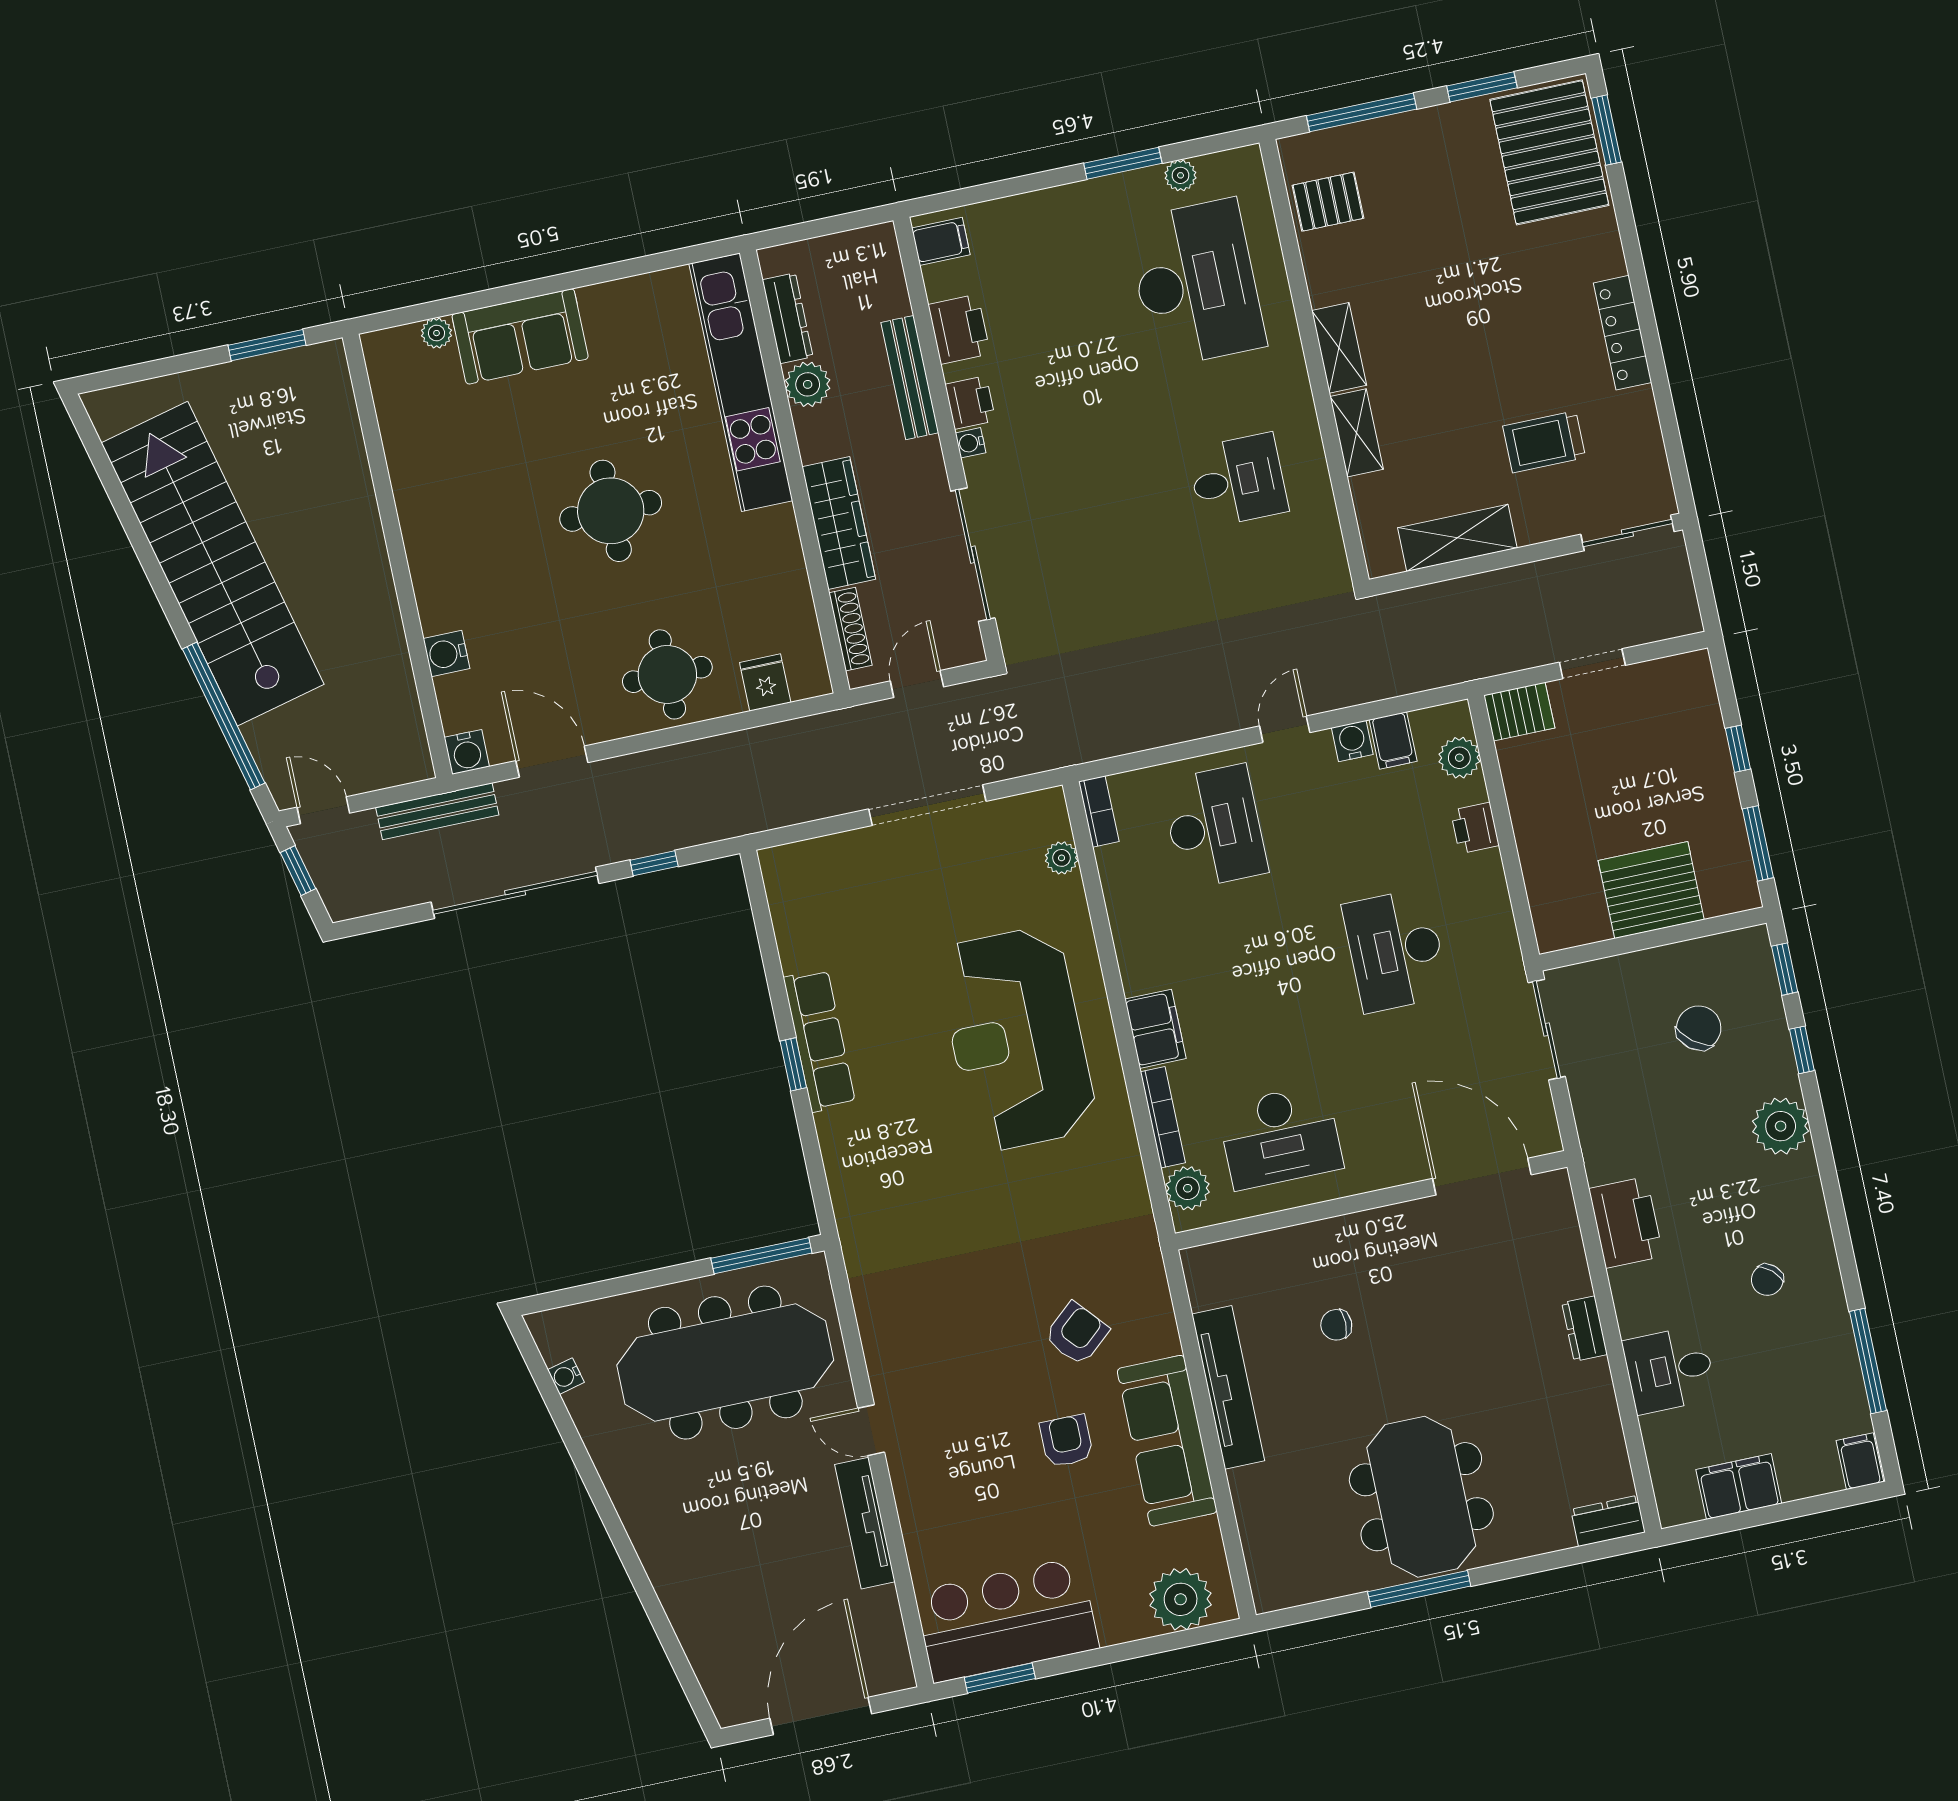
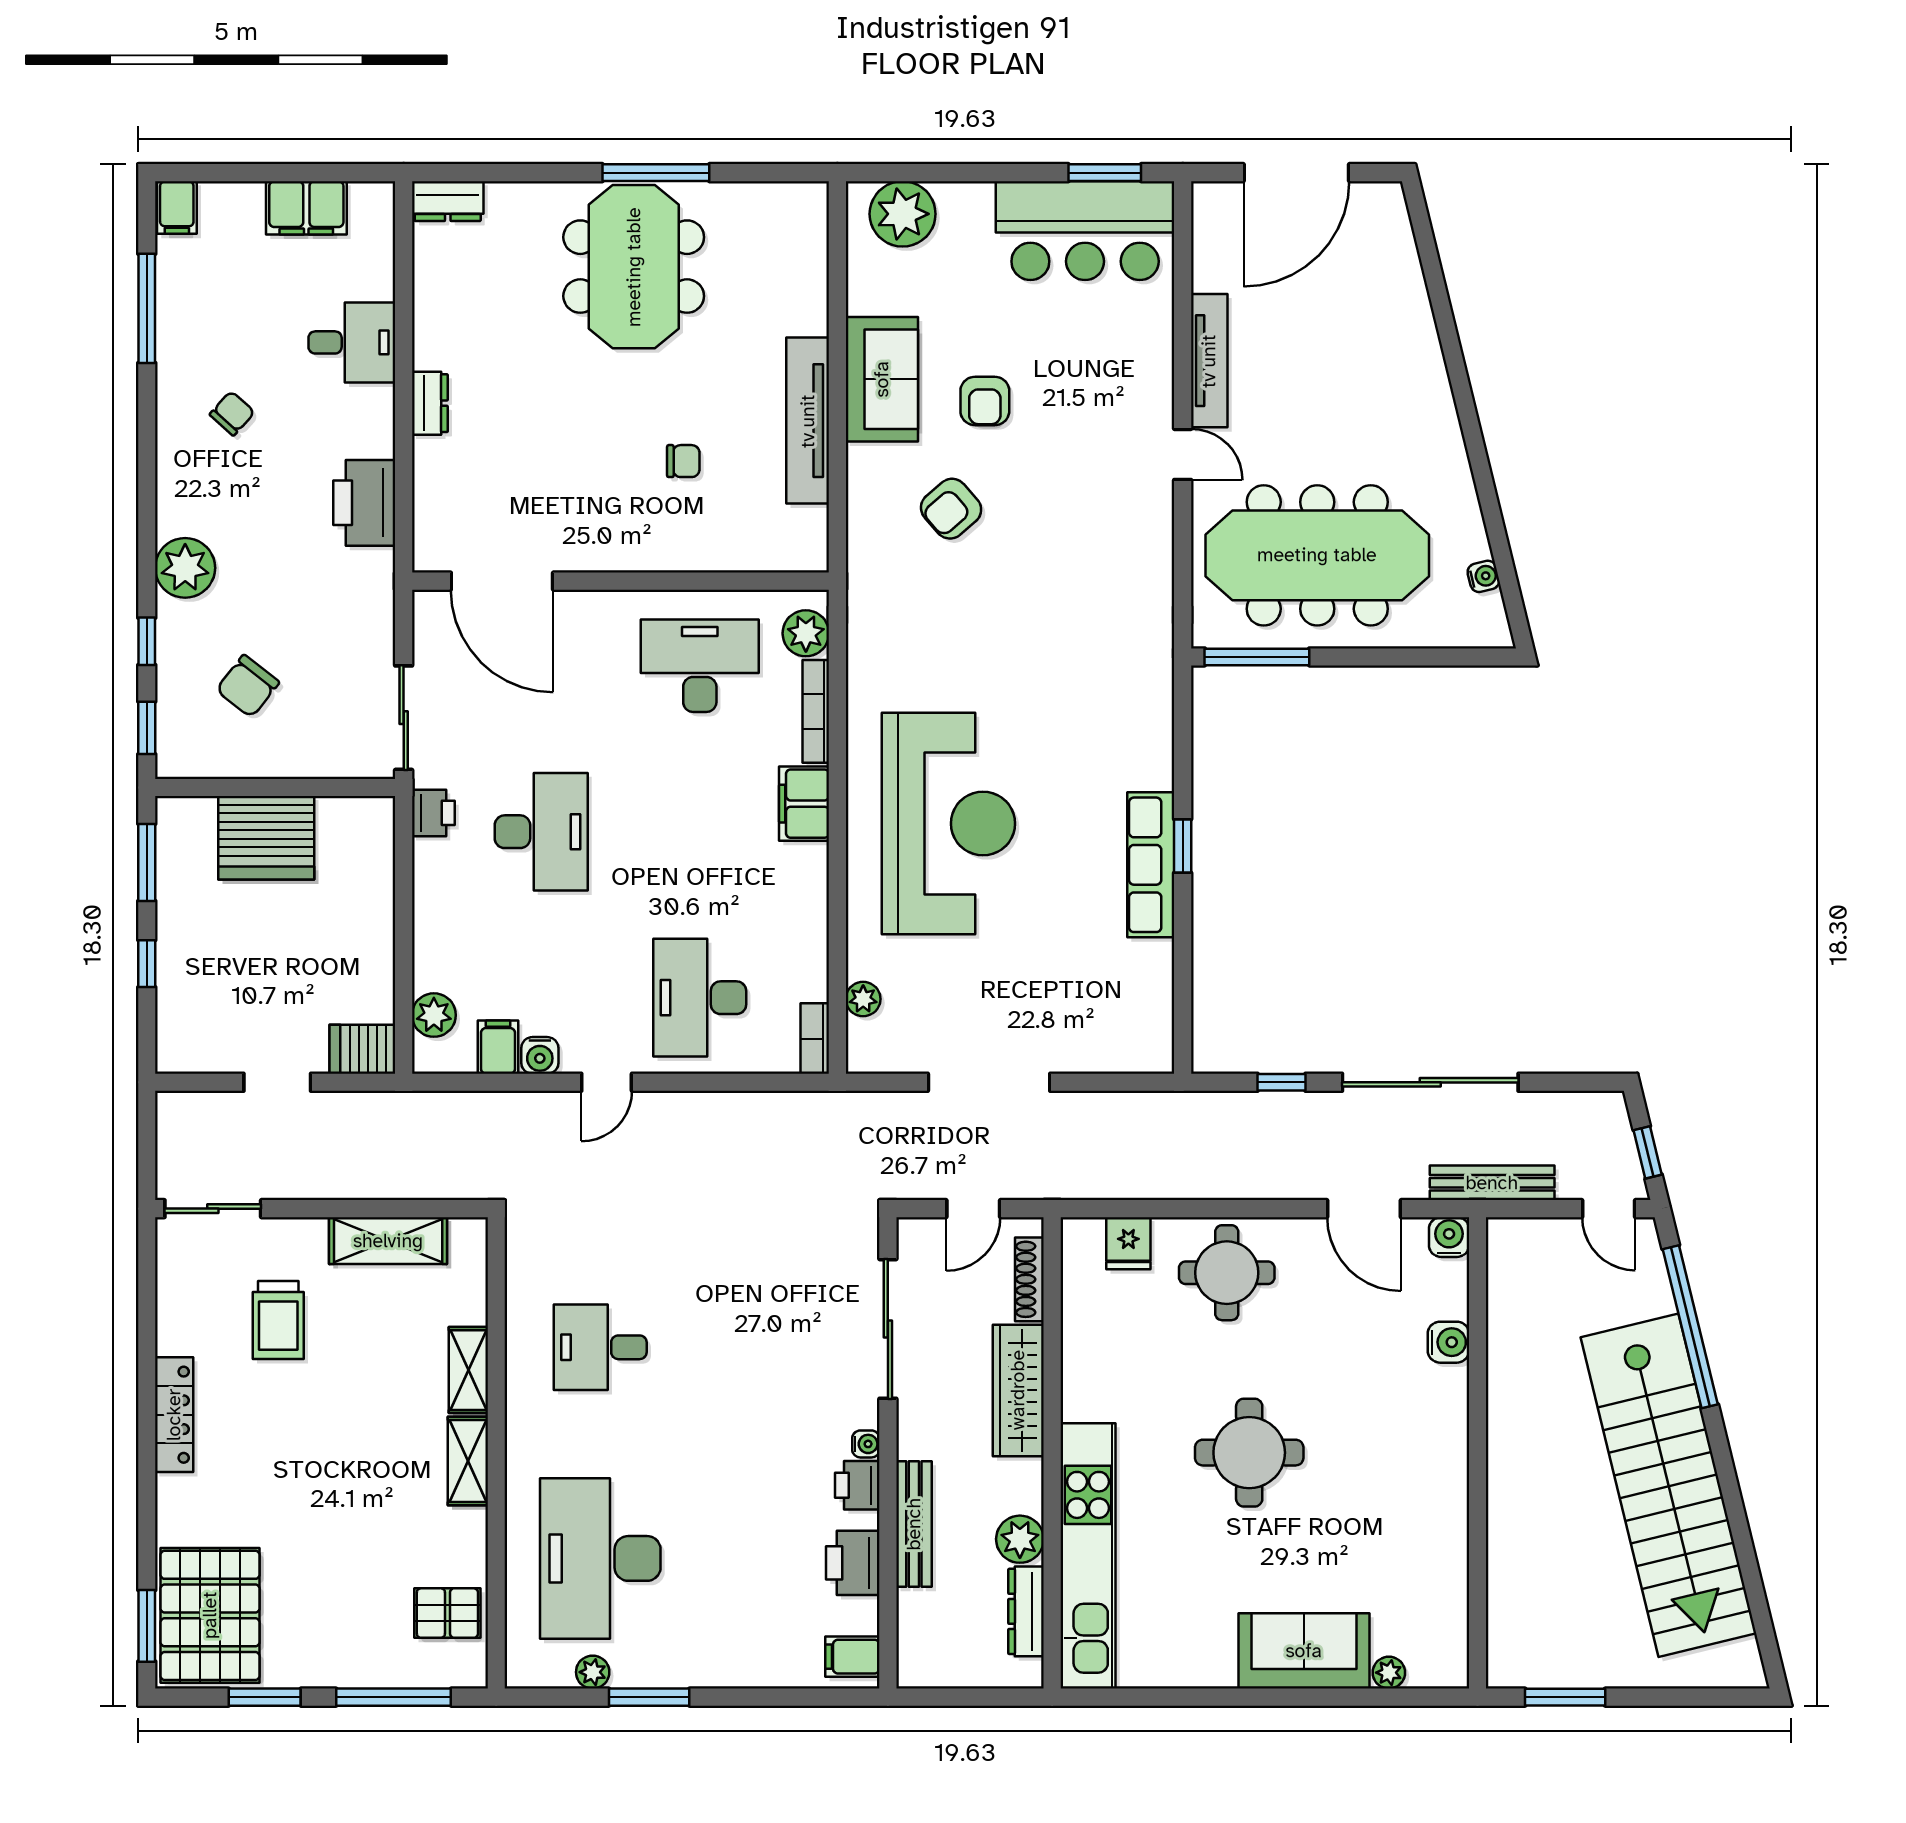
trolley: (1544, 442) -> (278, 1320), turned 90
printer: (1475, 828) -> (433, 813), moved
sofa: (1167, 1441) -> (882, 379), width x0.73

